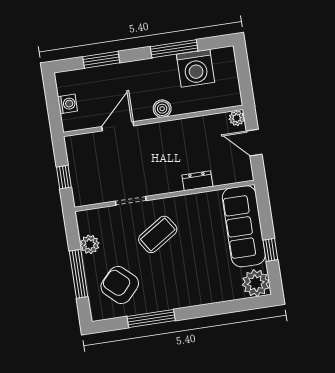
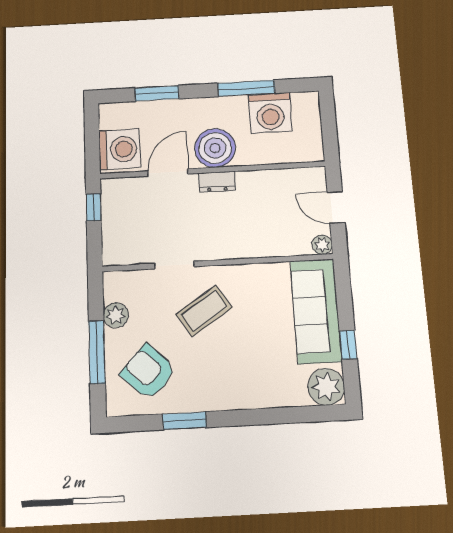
washing machine: (67, 104) -> (120, 149), width x1.89, depth x1.89
boiler: (162, 109) -> (215, 148), width x1.86, depth x1.86
plant: (237, 118) -> (322, 245), moved
window: (64, 177) -> (94, 207), moved
dresser: (197, 181) -> (217, 182), moved, turned 180
window: (151, 319) -> (185, 421), width x0.69

